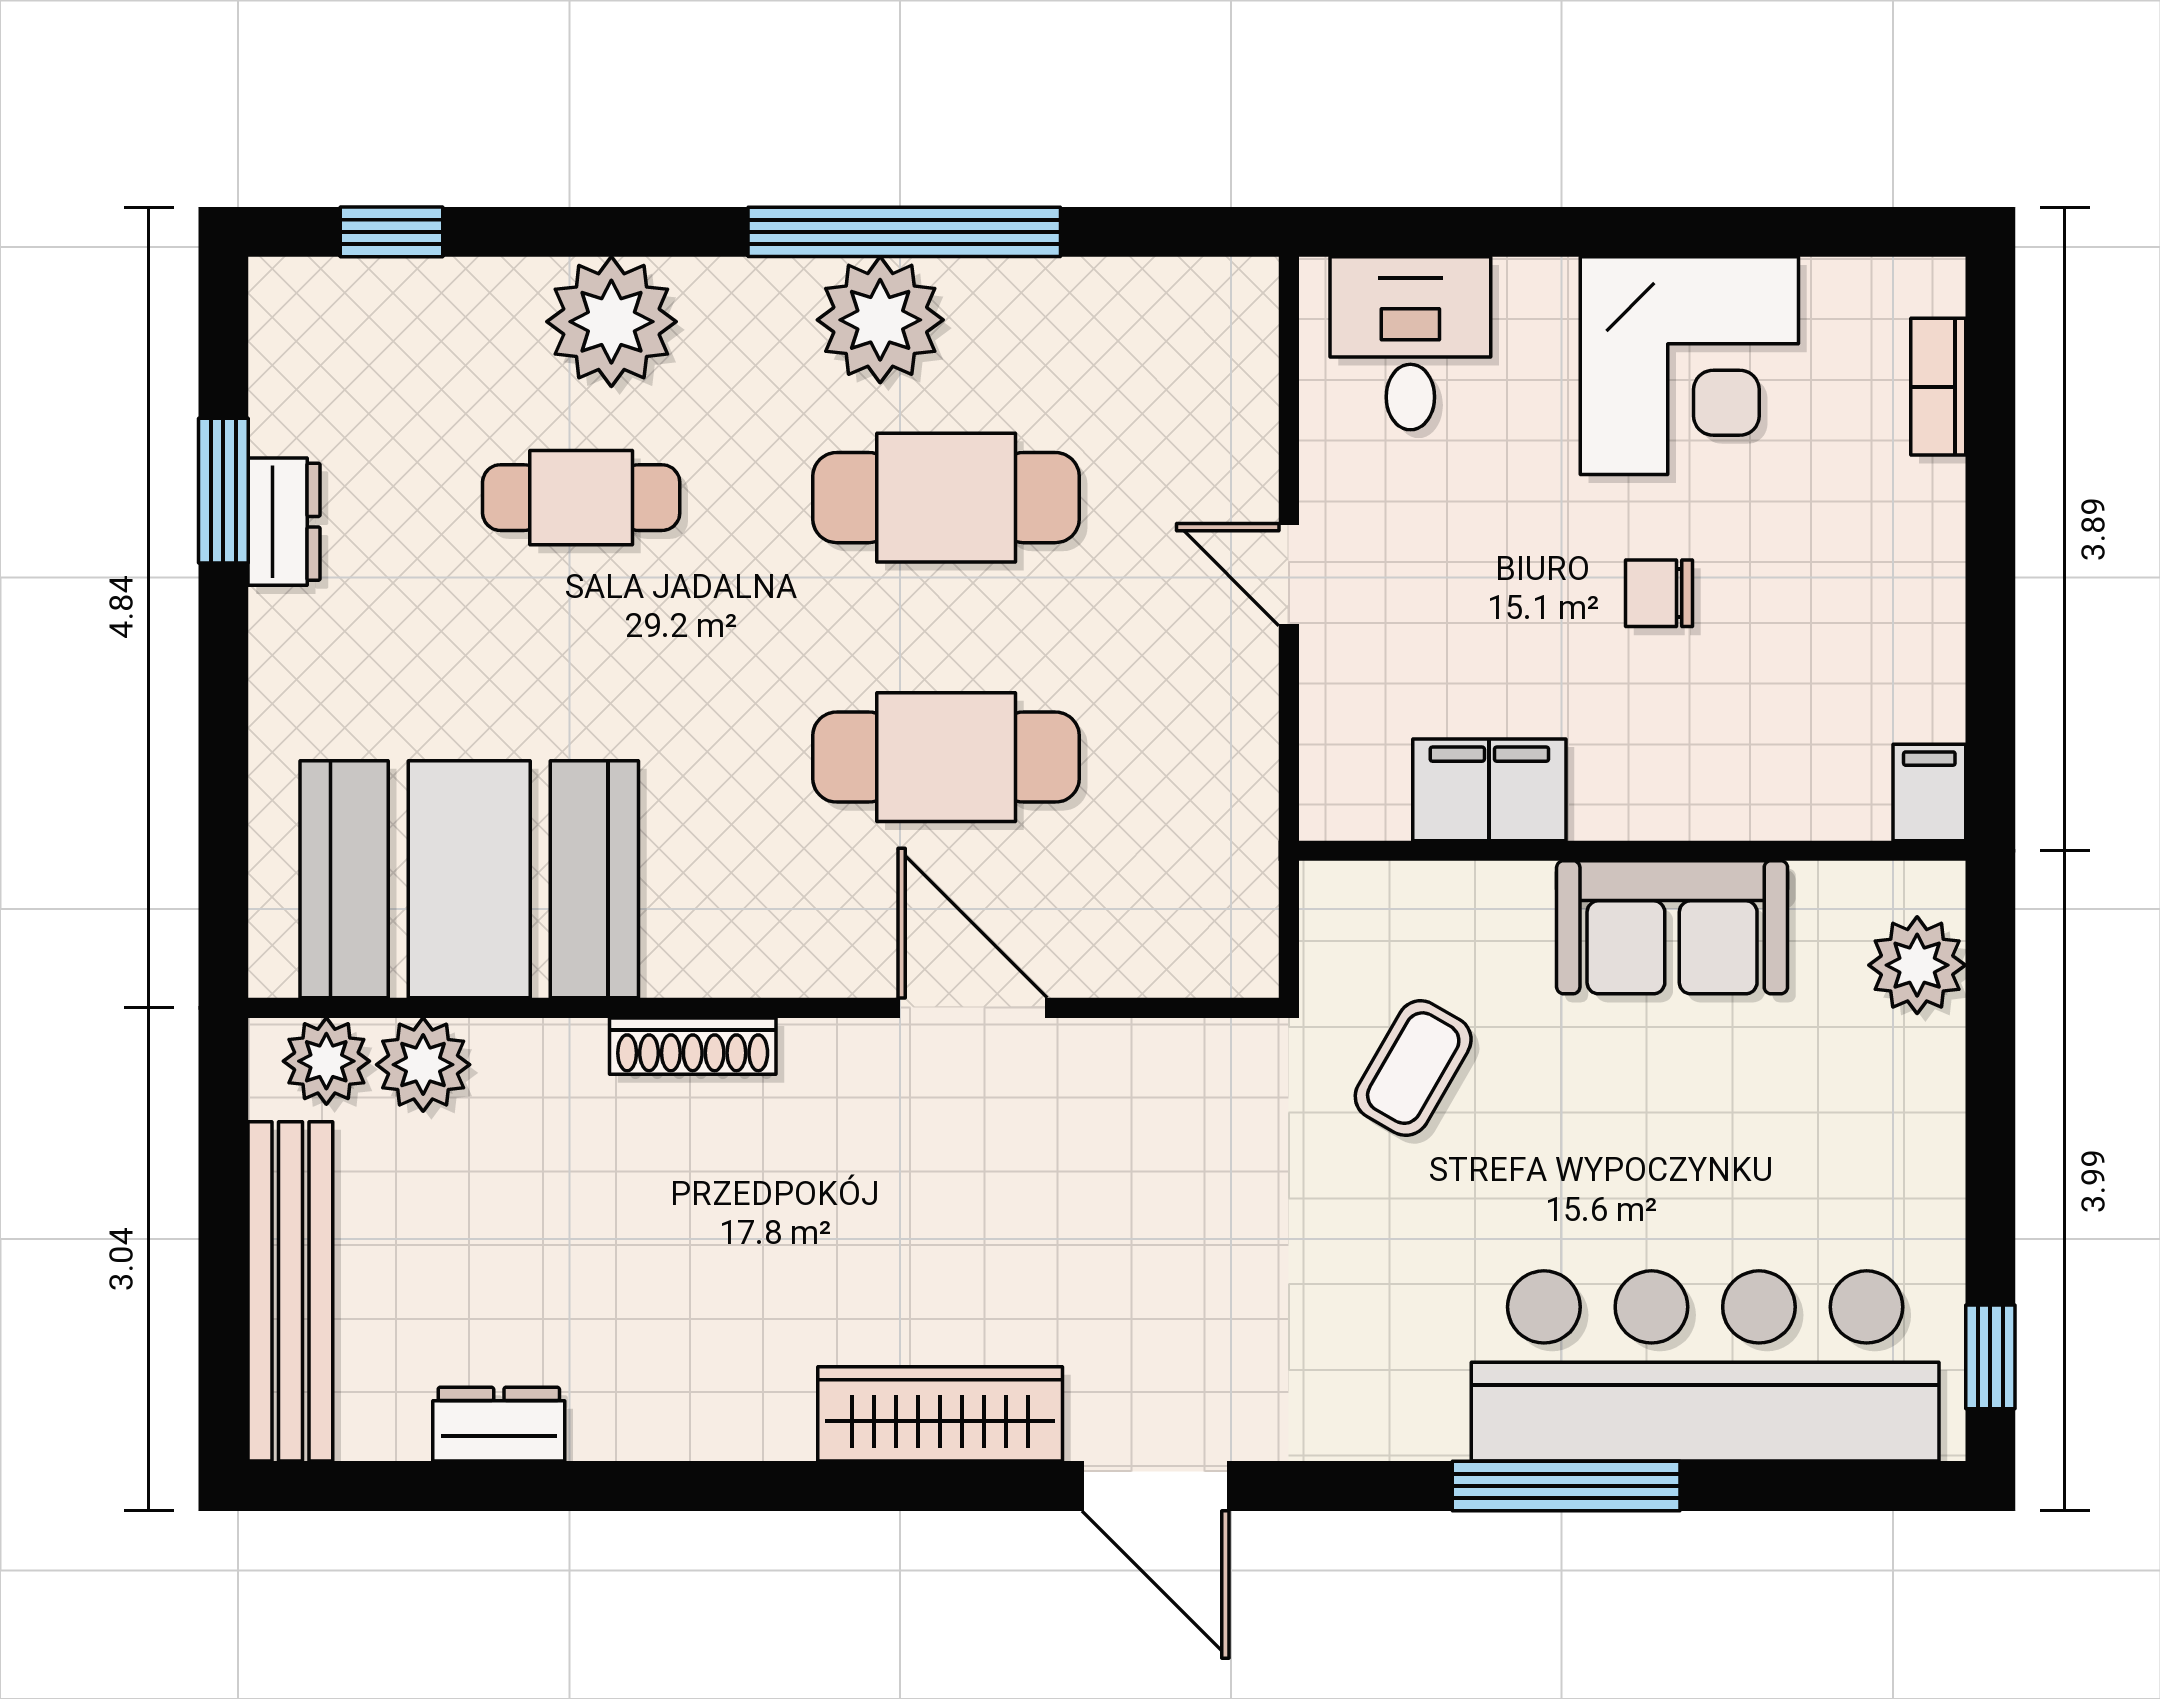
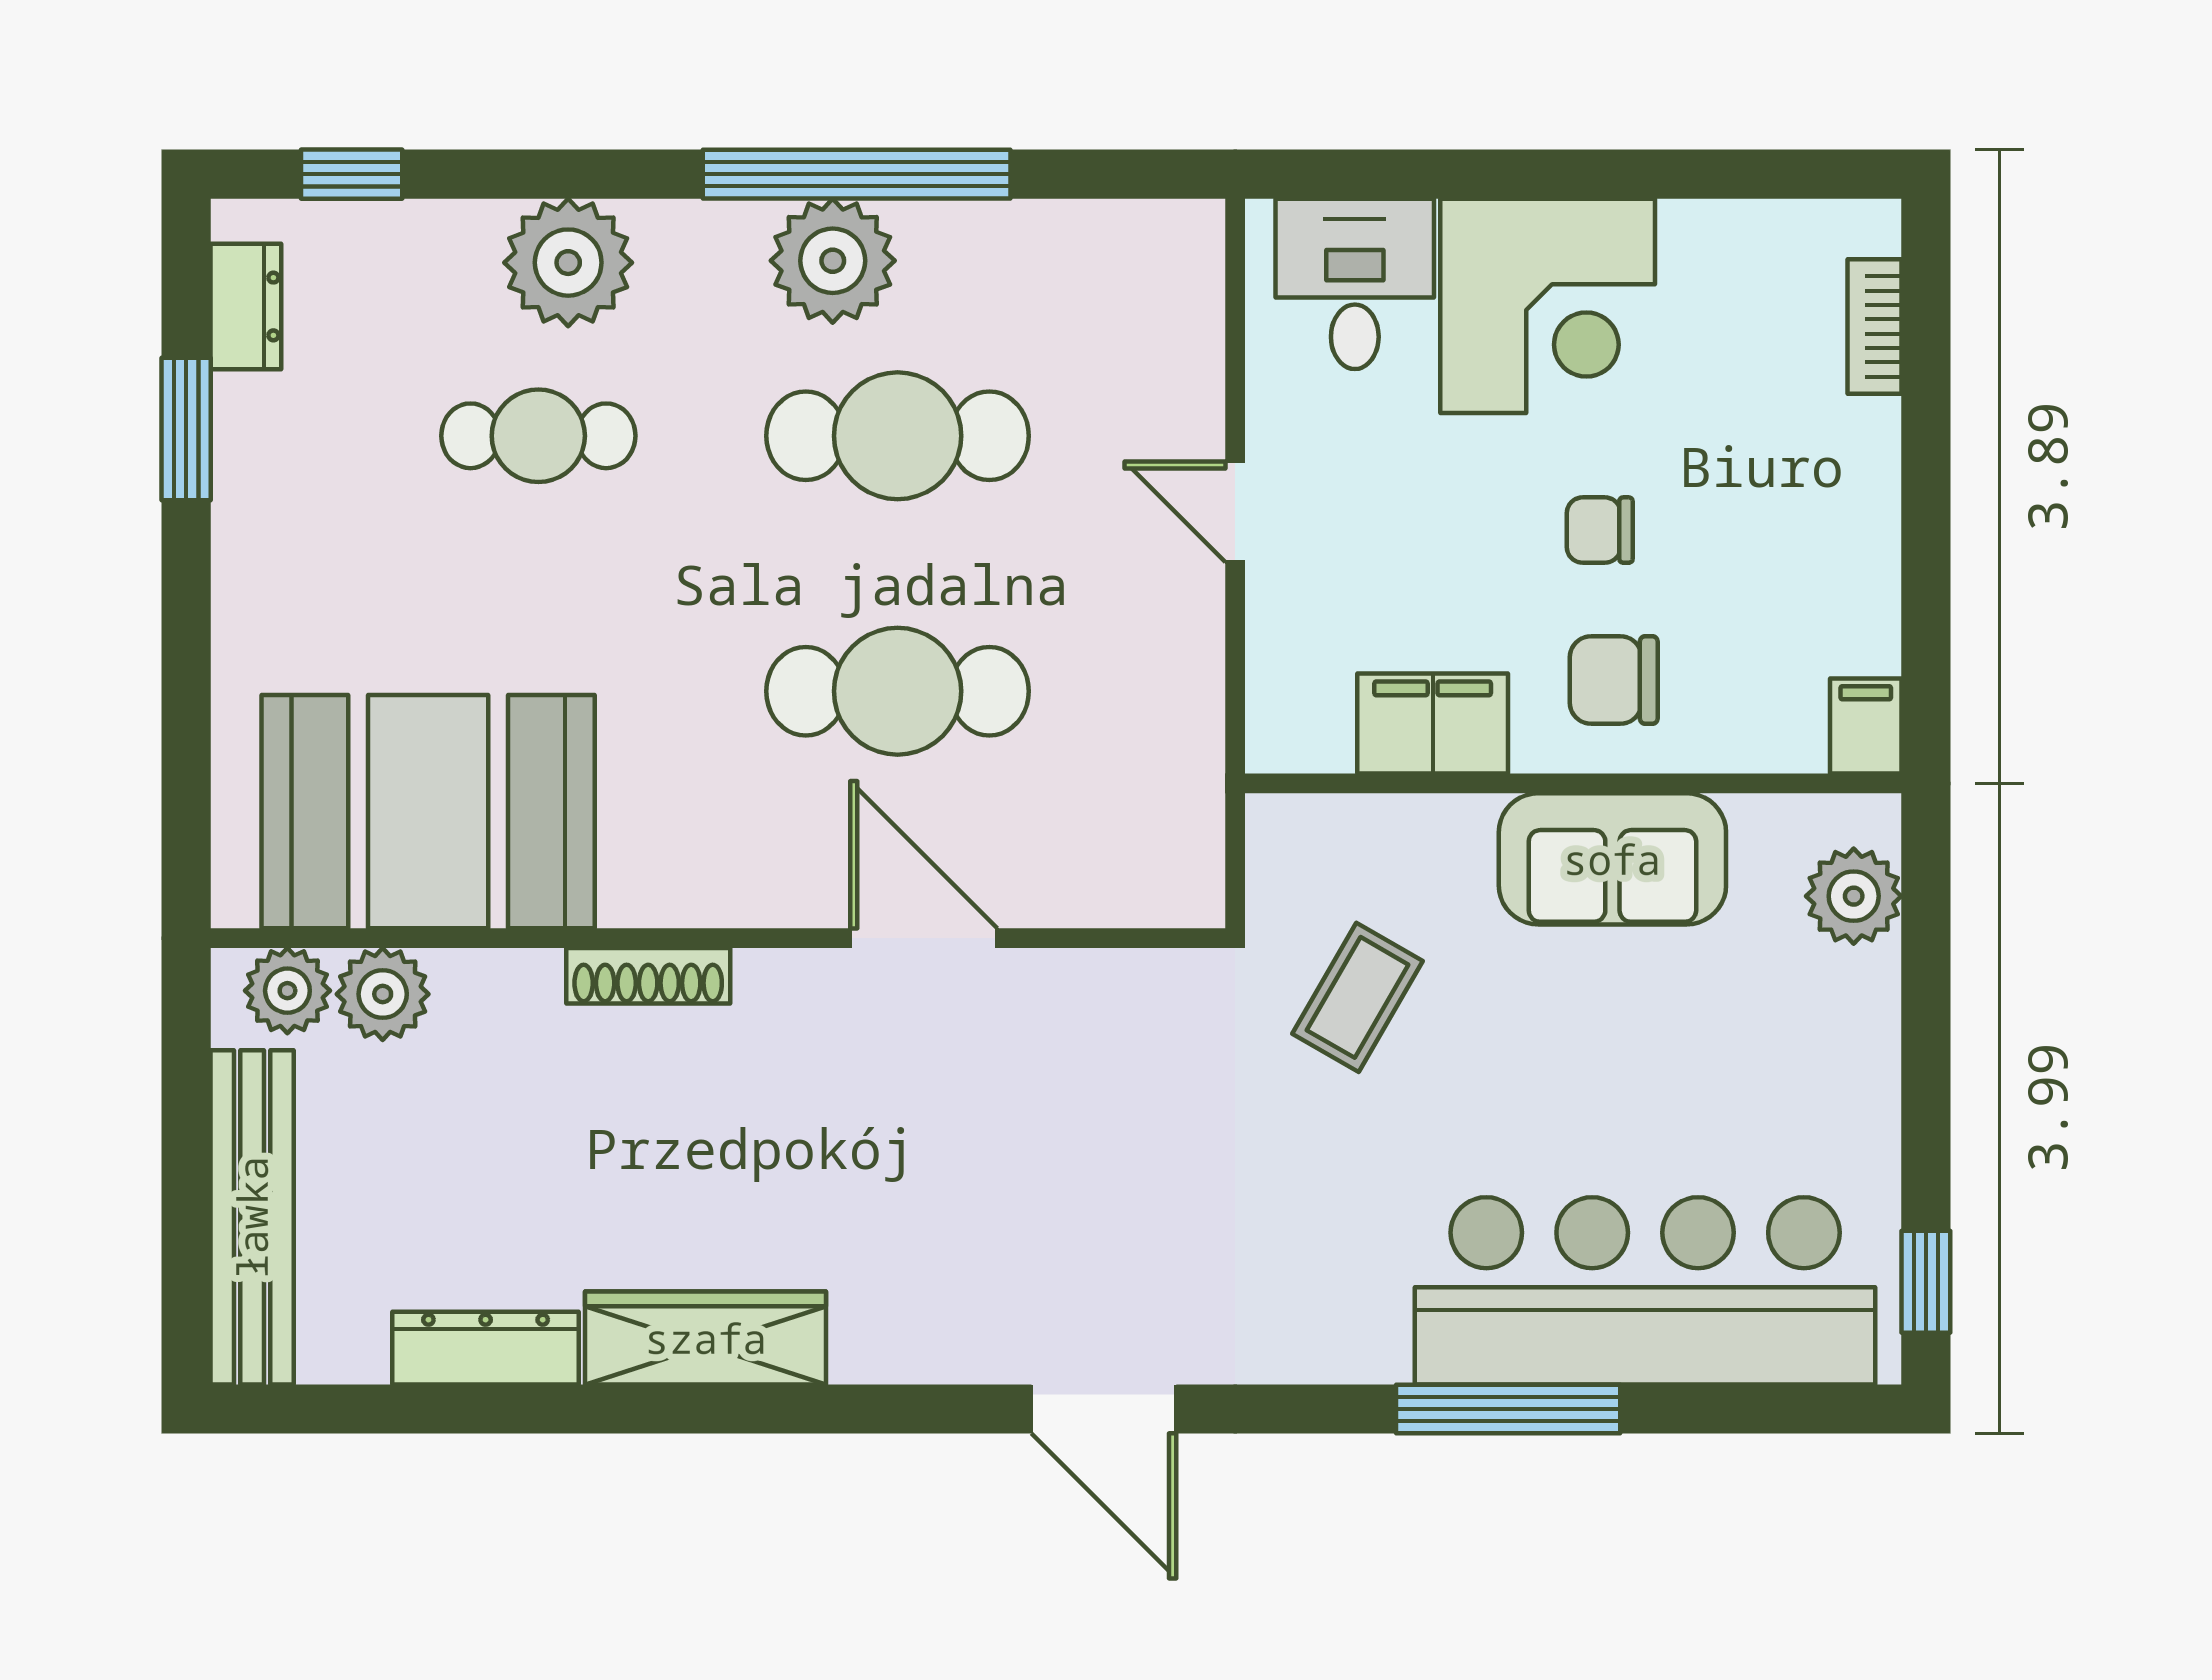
corner desk: (1689, 366) -> (1548, 306), moved
dresser: (284, 522) -> (246, 306), moved
chair: (1673, 746) -> (1614, 680), added
wardrobe: (940, 1414) -> (706, 1338), moved
dresser: (499, 1424) -> (486, 1348), width x1.44

